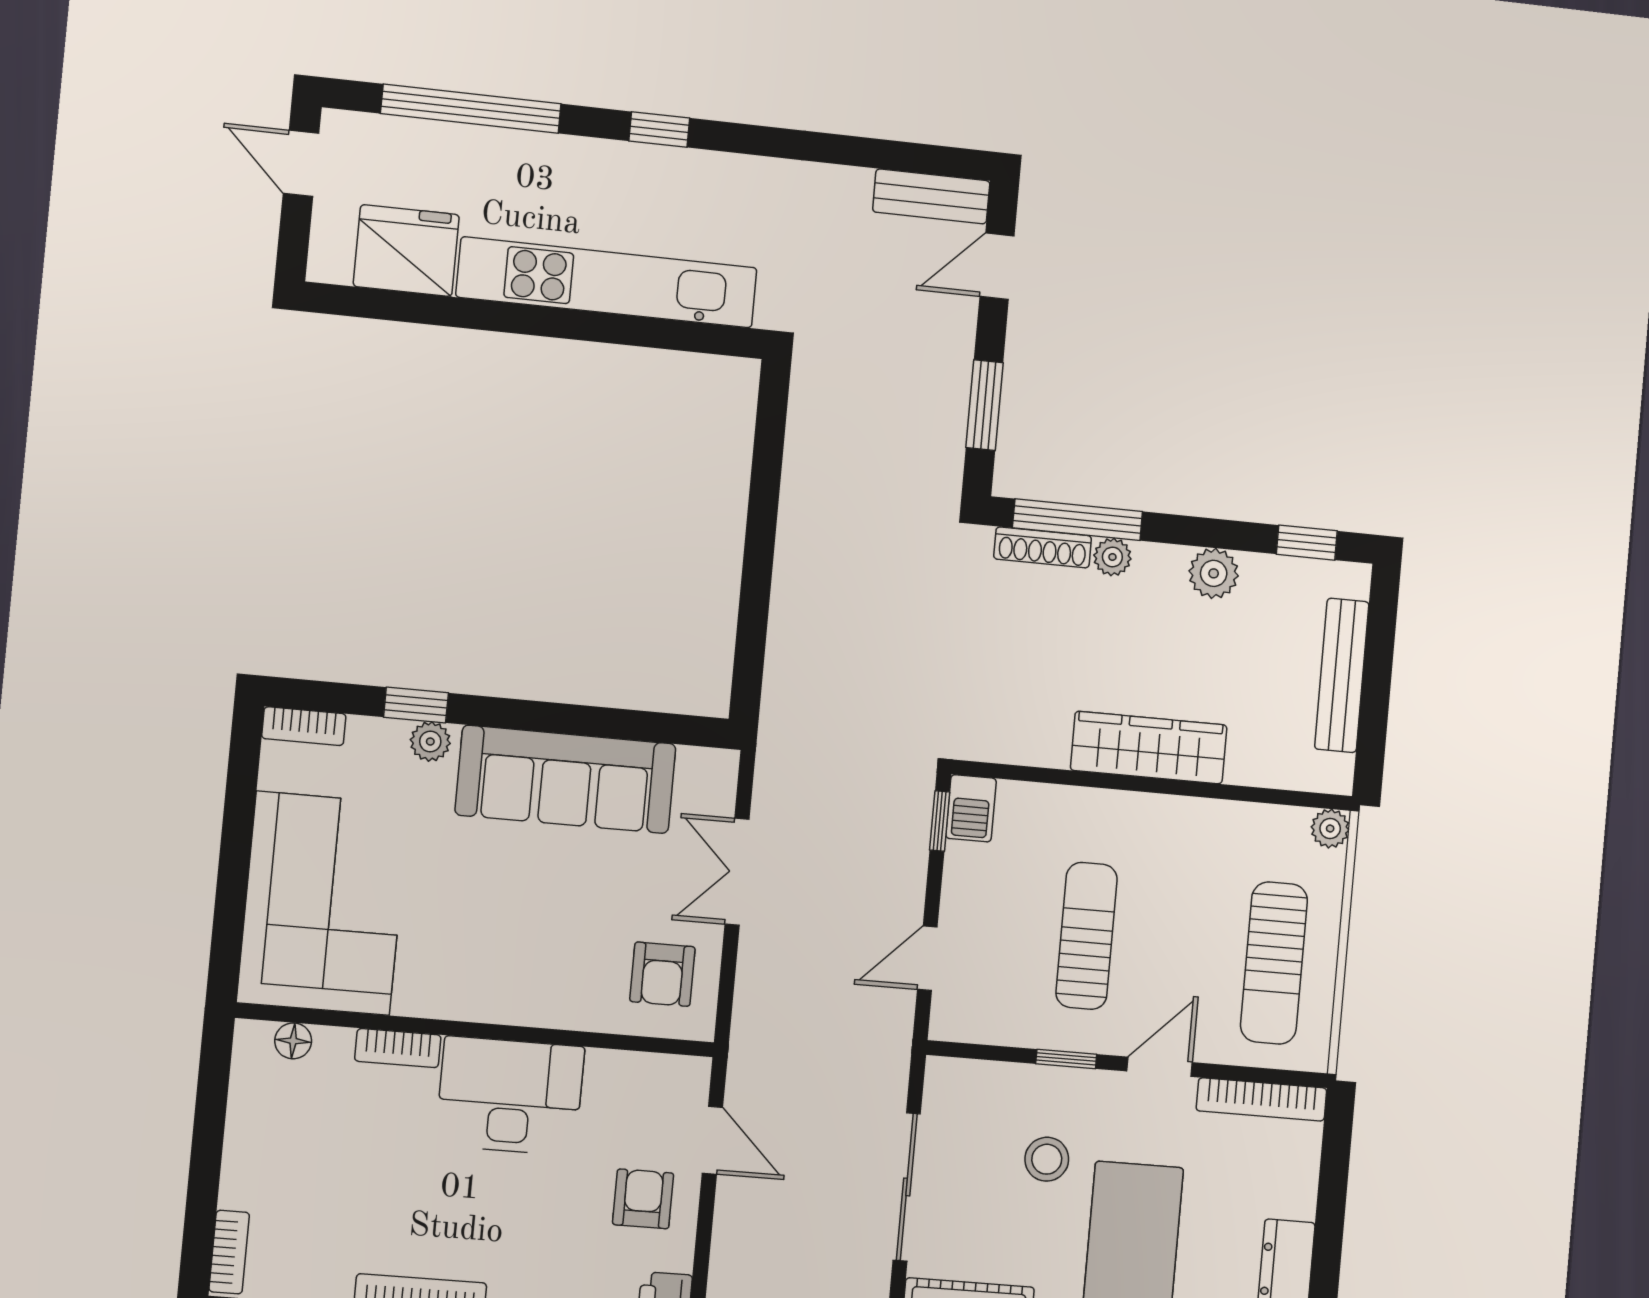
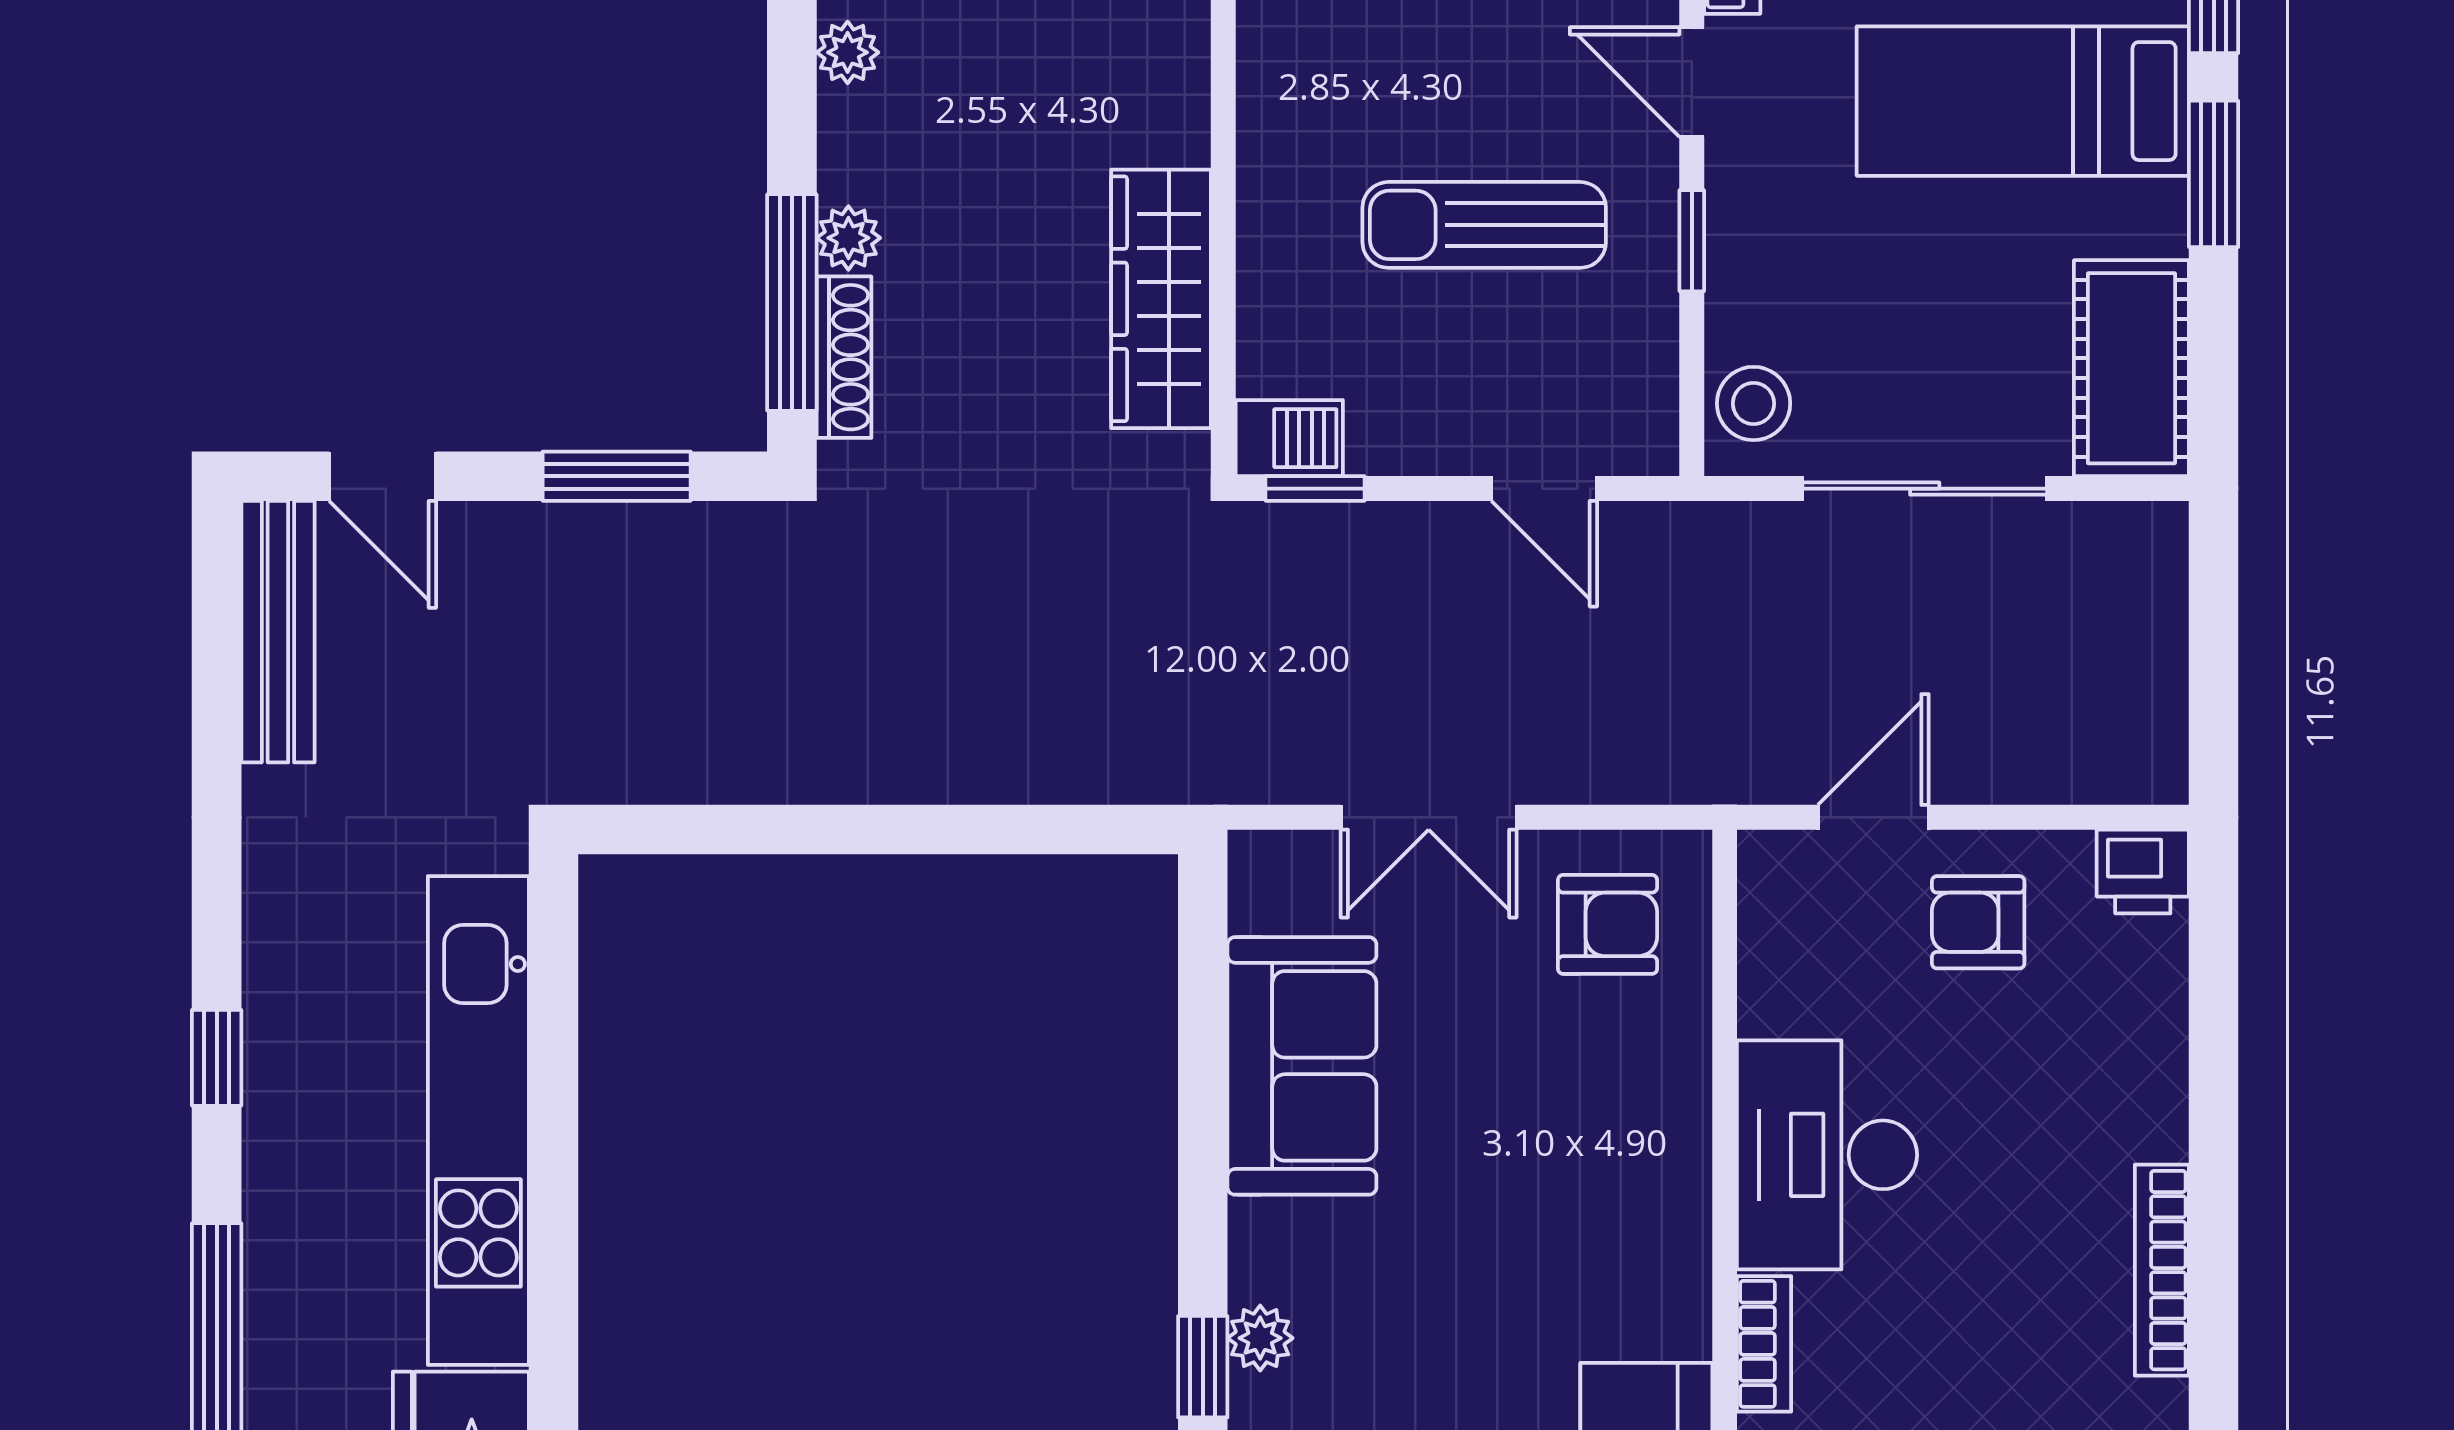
bench: (931, 196) -> (278, 632), width x1.36
plant: (1214, 573) -> (848, 52), width x0.73, depth x0.73
wardrobe: (1149, 748) -> (1161, 299), moved
sofa: (566, 779) -> (1302, 1066), width x0.73
stool: (1047, 1159) -> (1754, 403), moved

